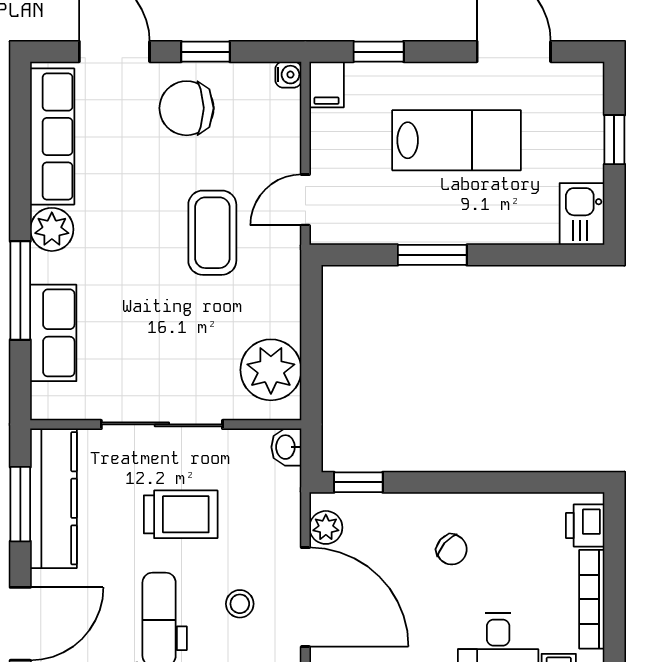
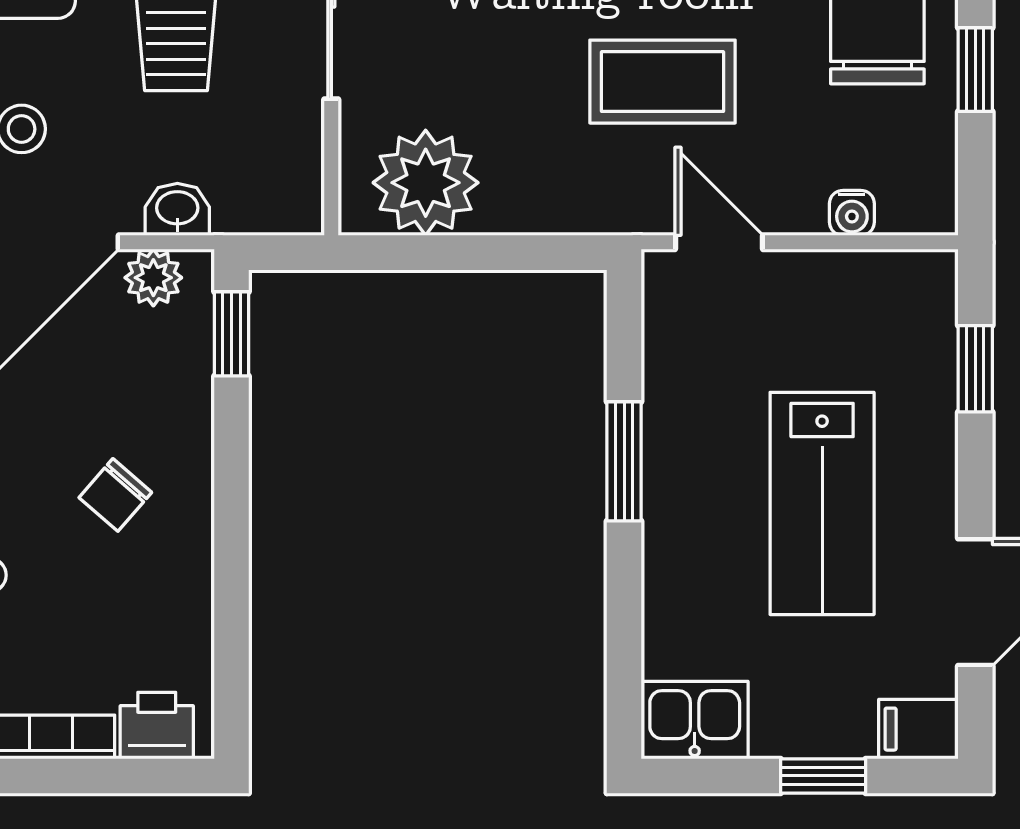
water cooler: (288, 75) -> (852, 213), moved
filing cabinet: (327, 85) -> (918, 729), moved
washbasin: (286, 447) -> (177, 209), moved

